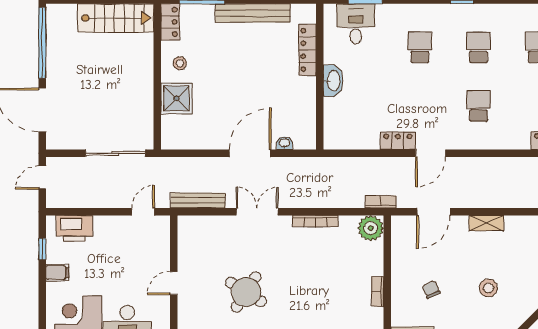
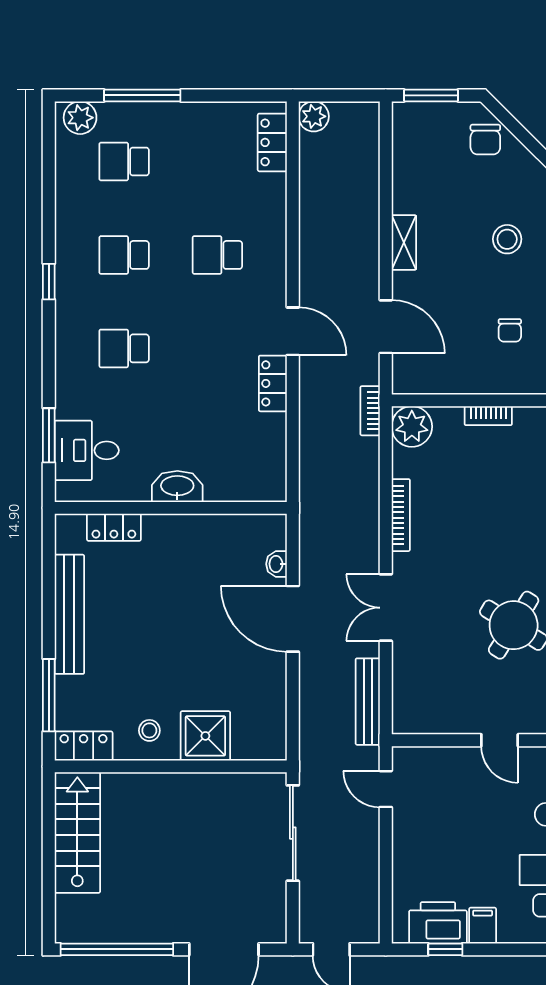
locker: (307, 50) -> (114, 527), width x0.66
printer: (74, 228) -> (438, 923), moved, turned -90
chair: (431, 290) -> (510, 330), turned -66
bookcase: (378, 291) -> (488, 416), moved

